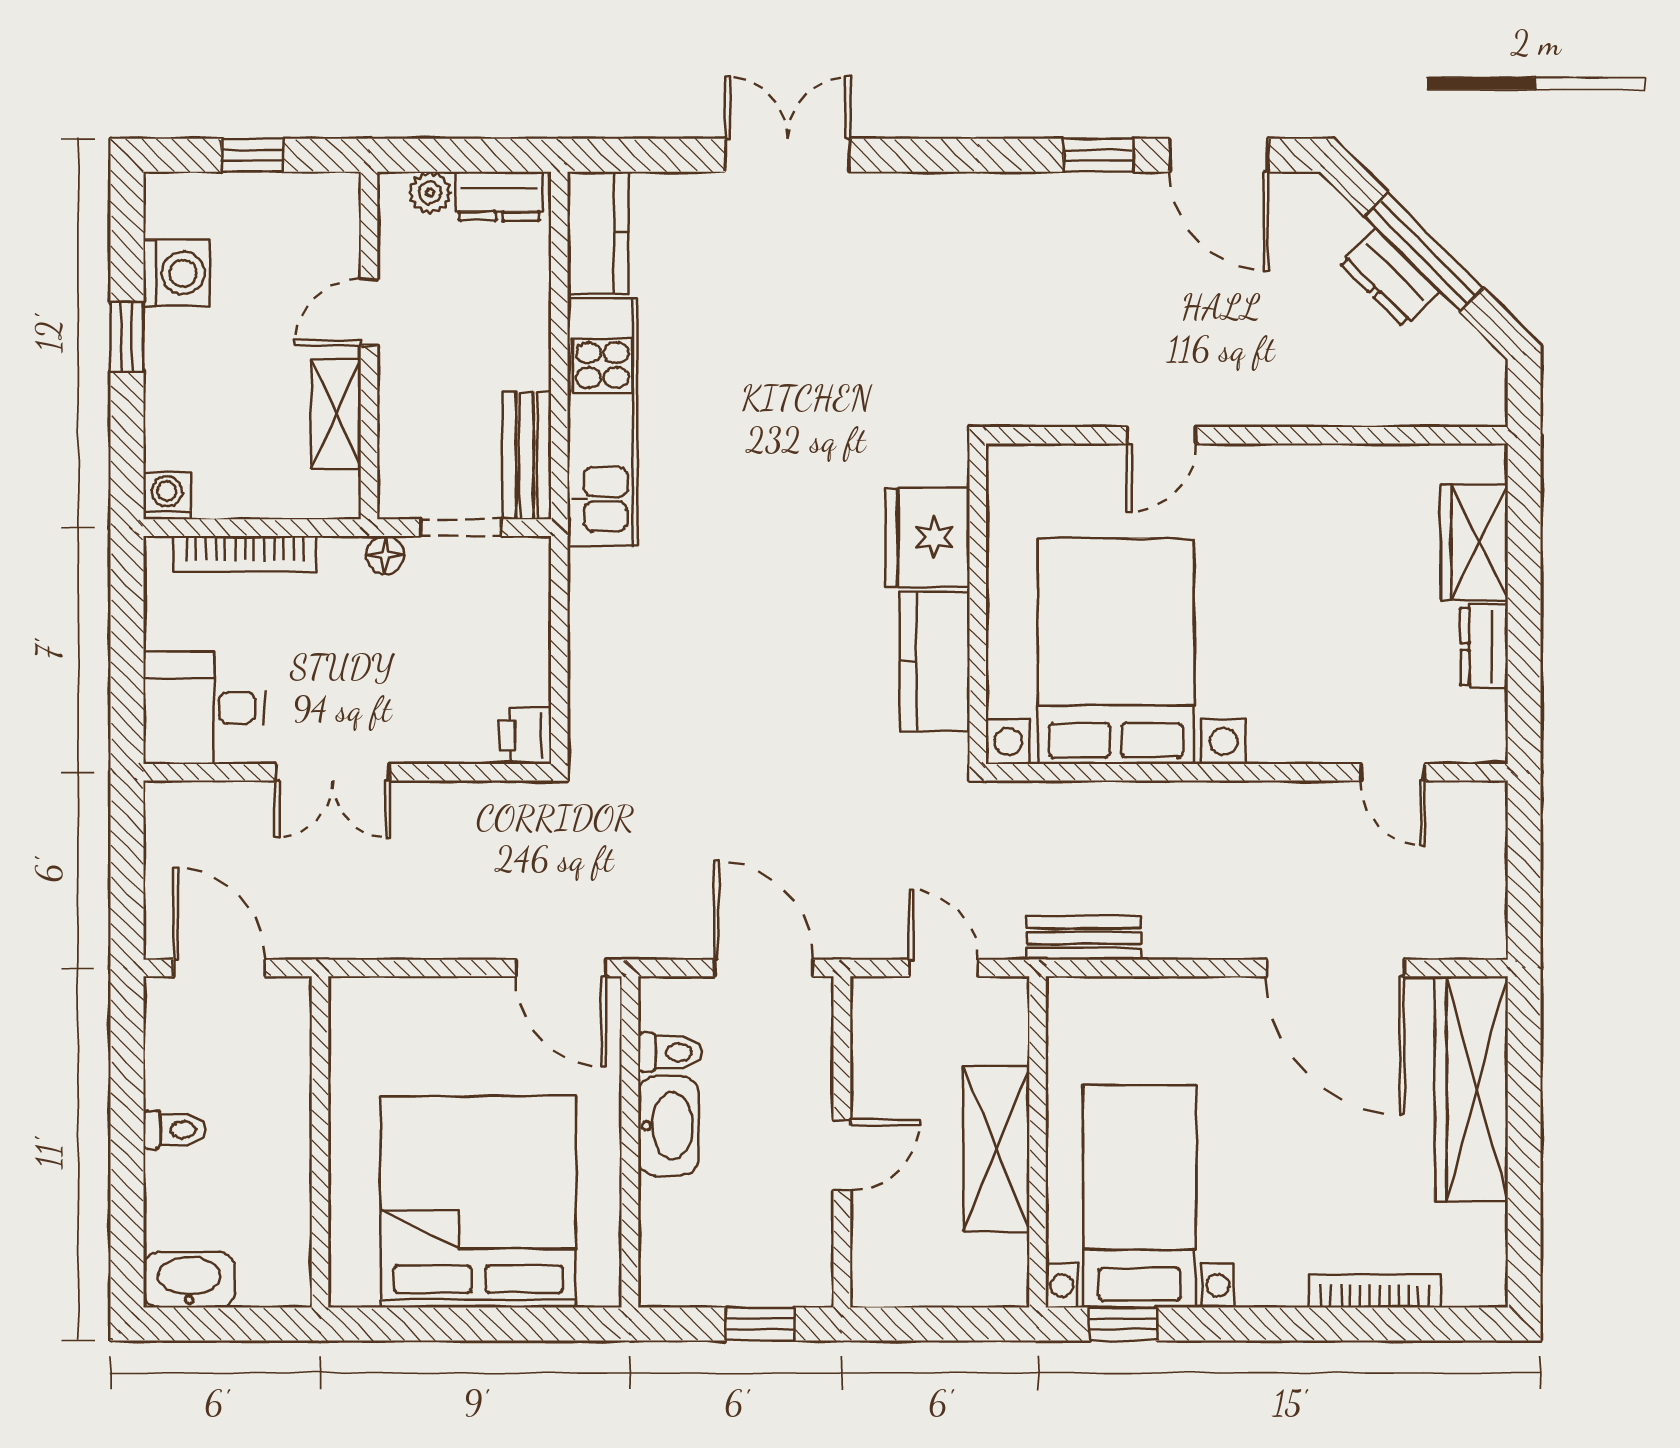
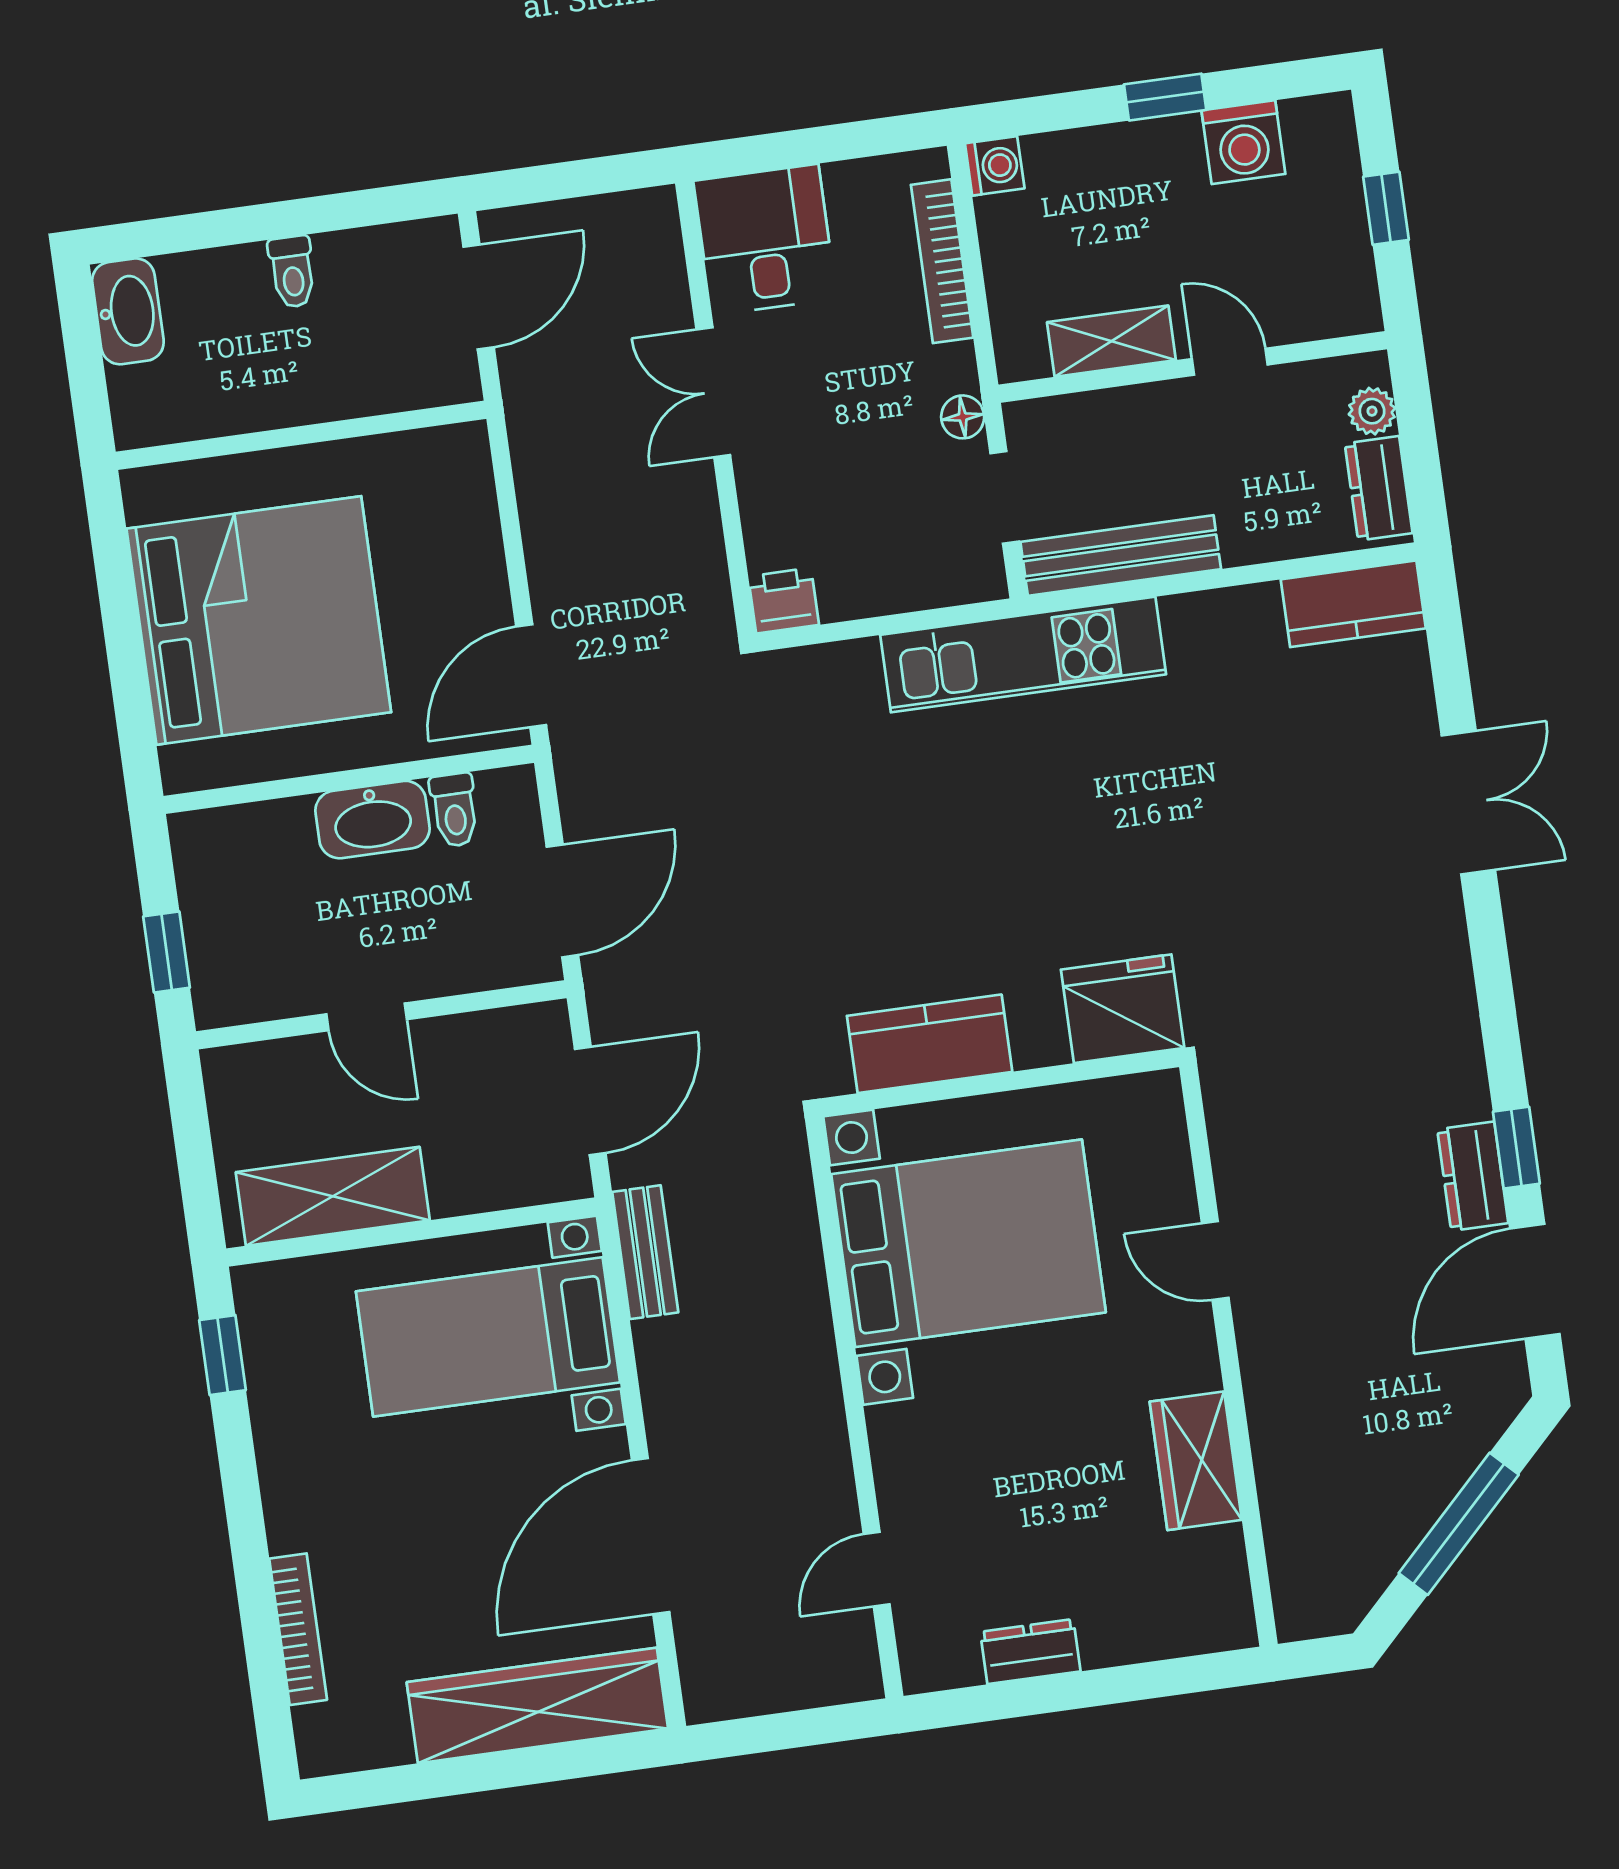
dresser: (1389, 277) -> (1473, 1176), moved, turned -45
kitchen unit: (602, 422) -> (1023, 655), moved
bench: (527, 455) -> (1121, 555), width x1.36
fridge: (927, 537) -> (1123, 1009), moved
wardrobe: (1474, 542) -> (1196, 1461), moved, turned -90
door: (944, 968) -> (590, 1101), width x1.38
shelving: (996, 1149) -> (333, 1196), moved
bed with nightstands: (1140, 1197) -> (488, 1337), moved, turned 180

